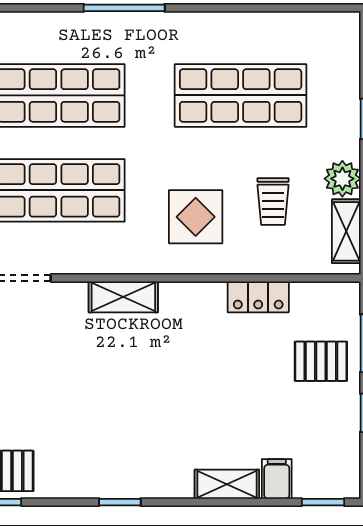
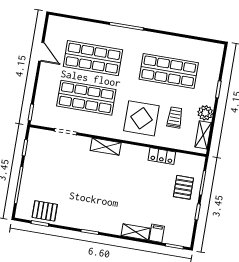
trolley: (273, 202) -> (175, 117), turned 180
display table: (196, 217) -> (141, 118), width x1.36, depth x1.36
pallet: (321, 361) -> (183, 187), turned 90

